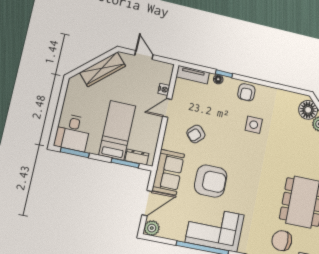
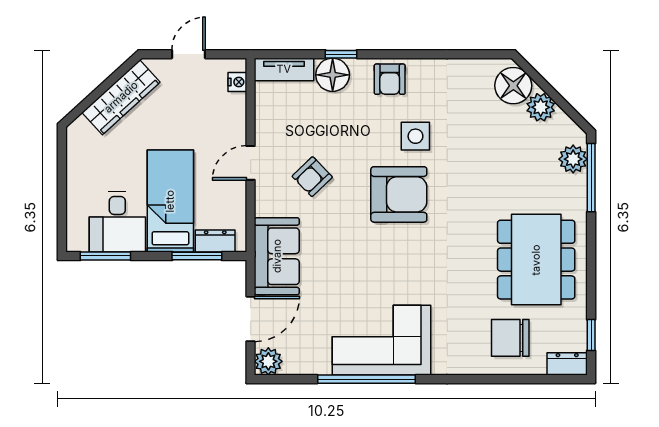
door: (144, 55) -> (189, 54), hinge flipped
floor lamp: (218, 79) -> (333, 75), width x1.89, depth x1.89
nightstand: (164, 89) -> (237, 82), moved
door: (167, 108) -> (251, 163), moved
desk: (73, 133) -> (117, 222), moved
armchair: (211, 181) -> (399, 194), moved

